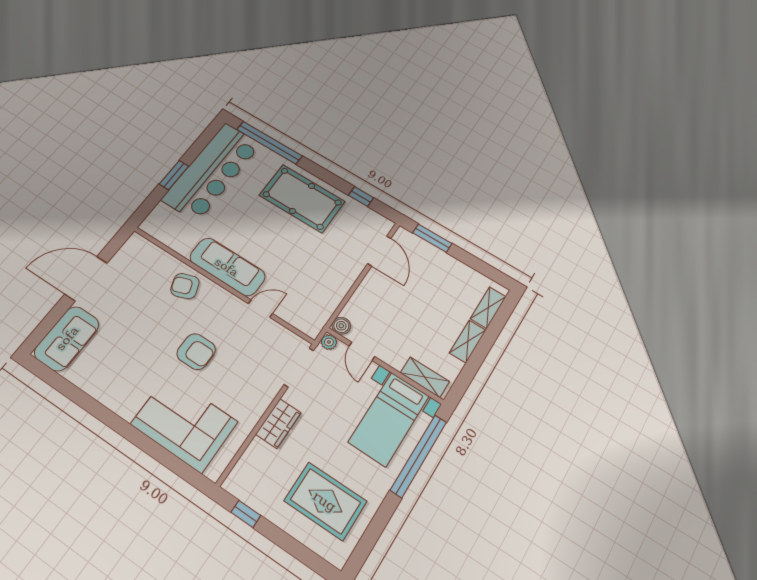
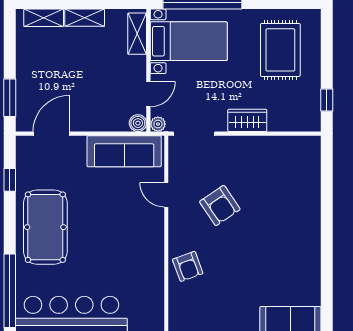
sofa: (227, 267) -> (124, 151), moved, turned -90
armchair: (196, 352) -> (220, 206), moved, turned 146
corner sofa: (184, 423) -> (293, 189), removed

